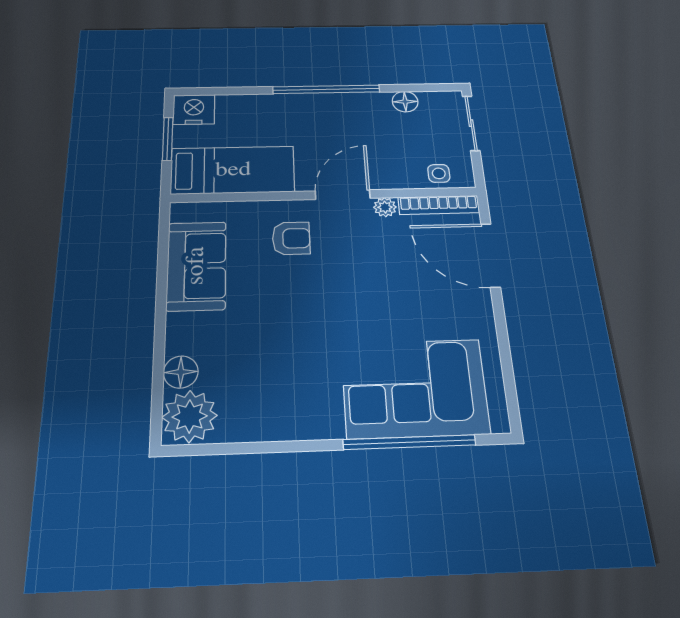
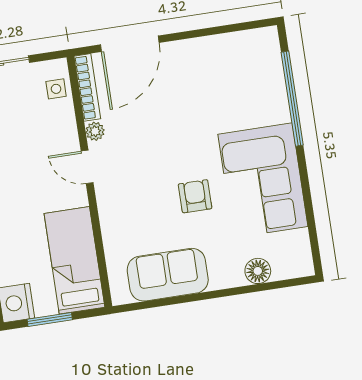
door: (343, 195) -> (87, 167), width x0.73
armchair: (291, 238) -> (195, 196), moved
corner sofa: (414, 388) -> (263, 180), moved
plant: (190, 416) -> (291, 258), removed

